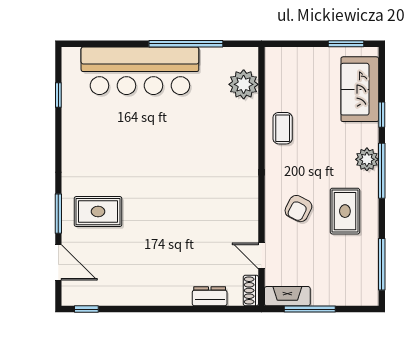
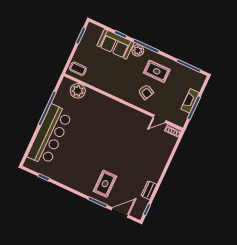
sofa: (360, 89) -> (115, 44), moved
coffee table: (283, 128) -> (78, 69), moved
dresser: (210, 296) -> (149, 190), moved
fireplace: (287, 296) -> (190, 101), moved

